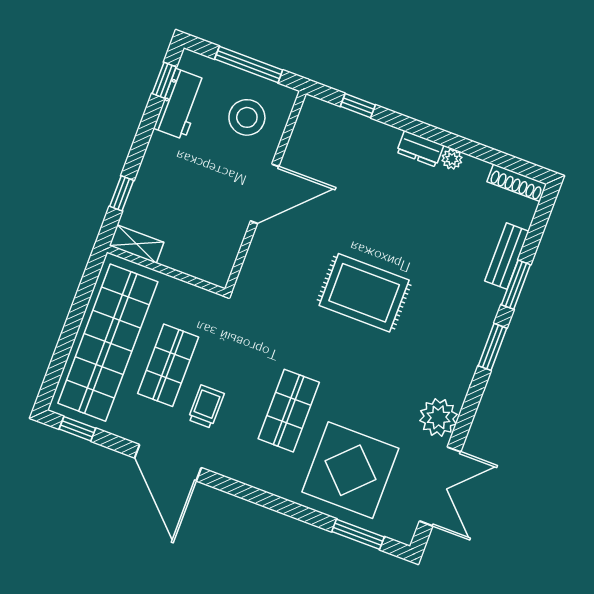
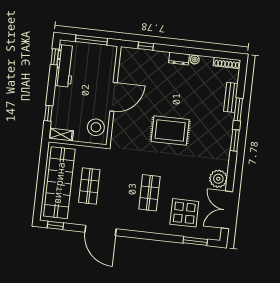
workbench: (180, 104) -> (65, 66), width x1.38
stool: (247, 117) -> (96, 127), moved
trolley: (206, 407) -> (111, 201), removed
display table: (350, 470) -> (184, 213), width x0.73, depth x0.73
double door: (440, 486) -> (227, 210), swing flipped

